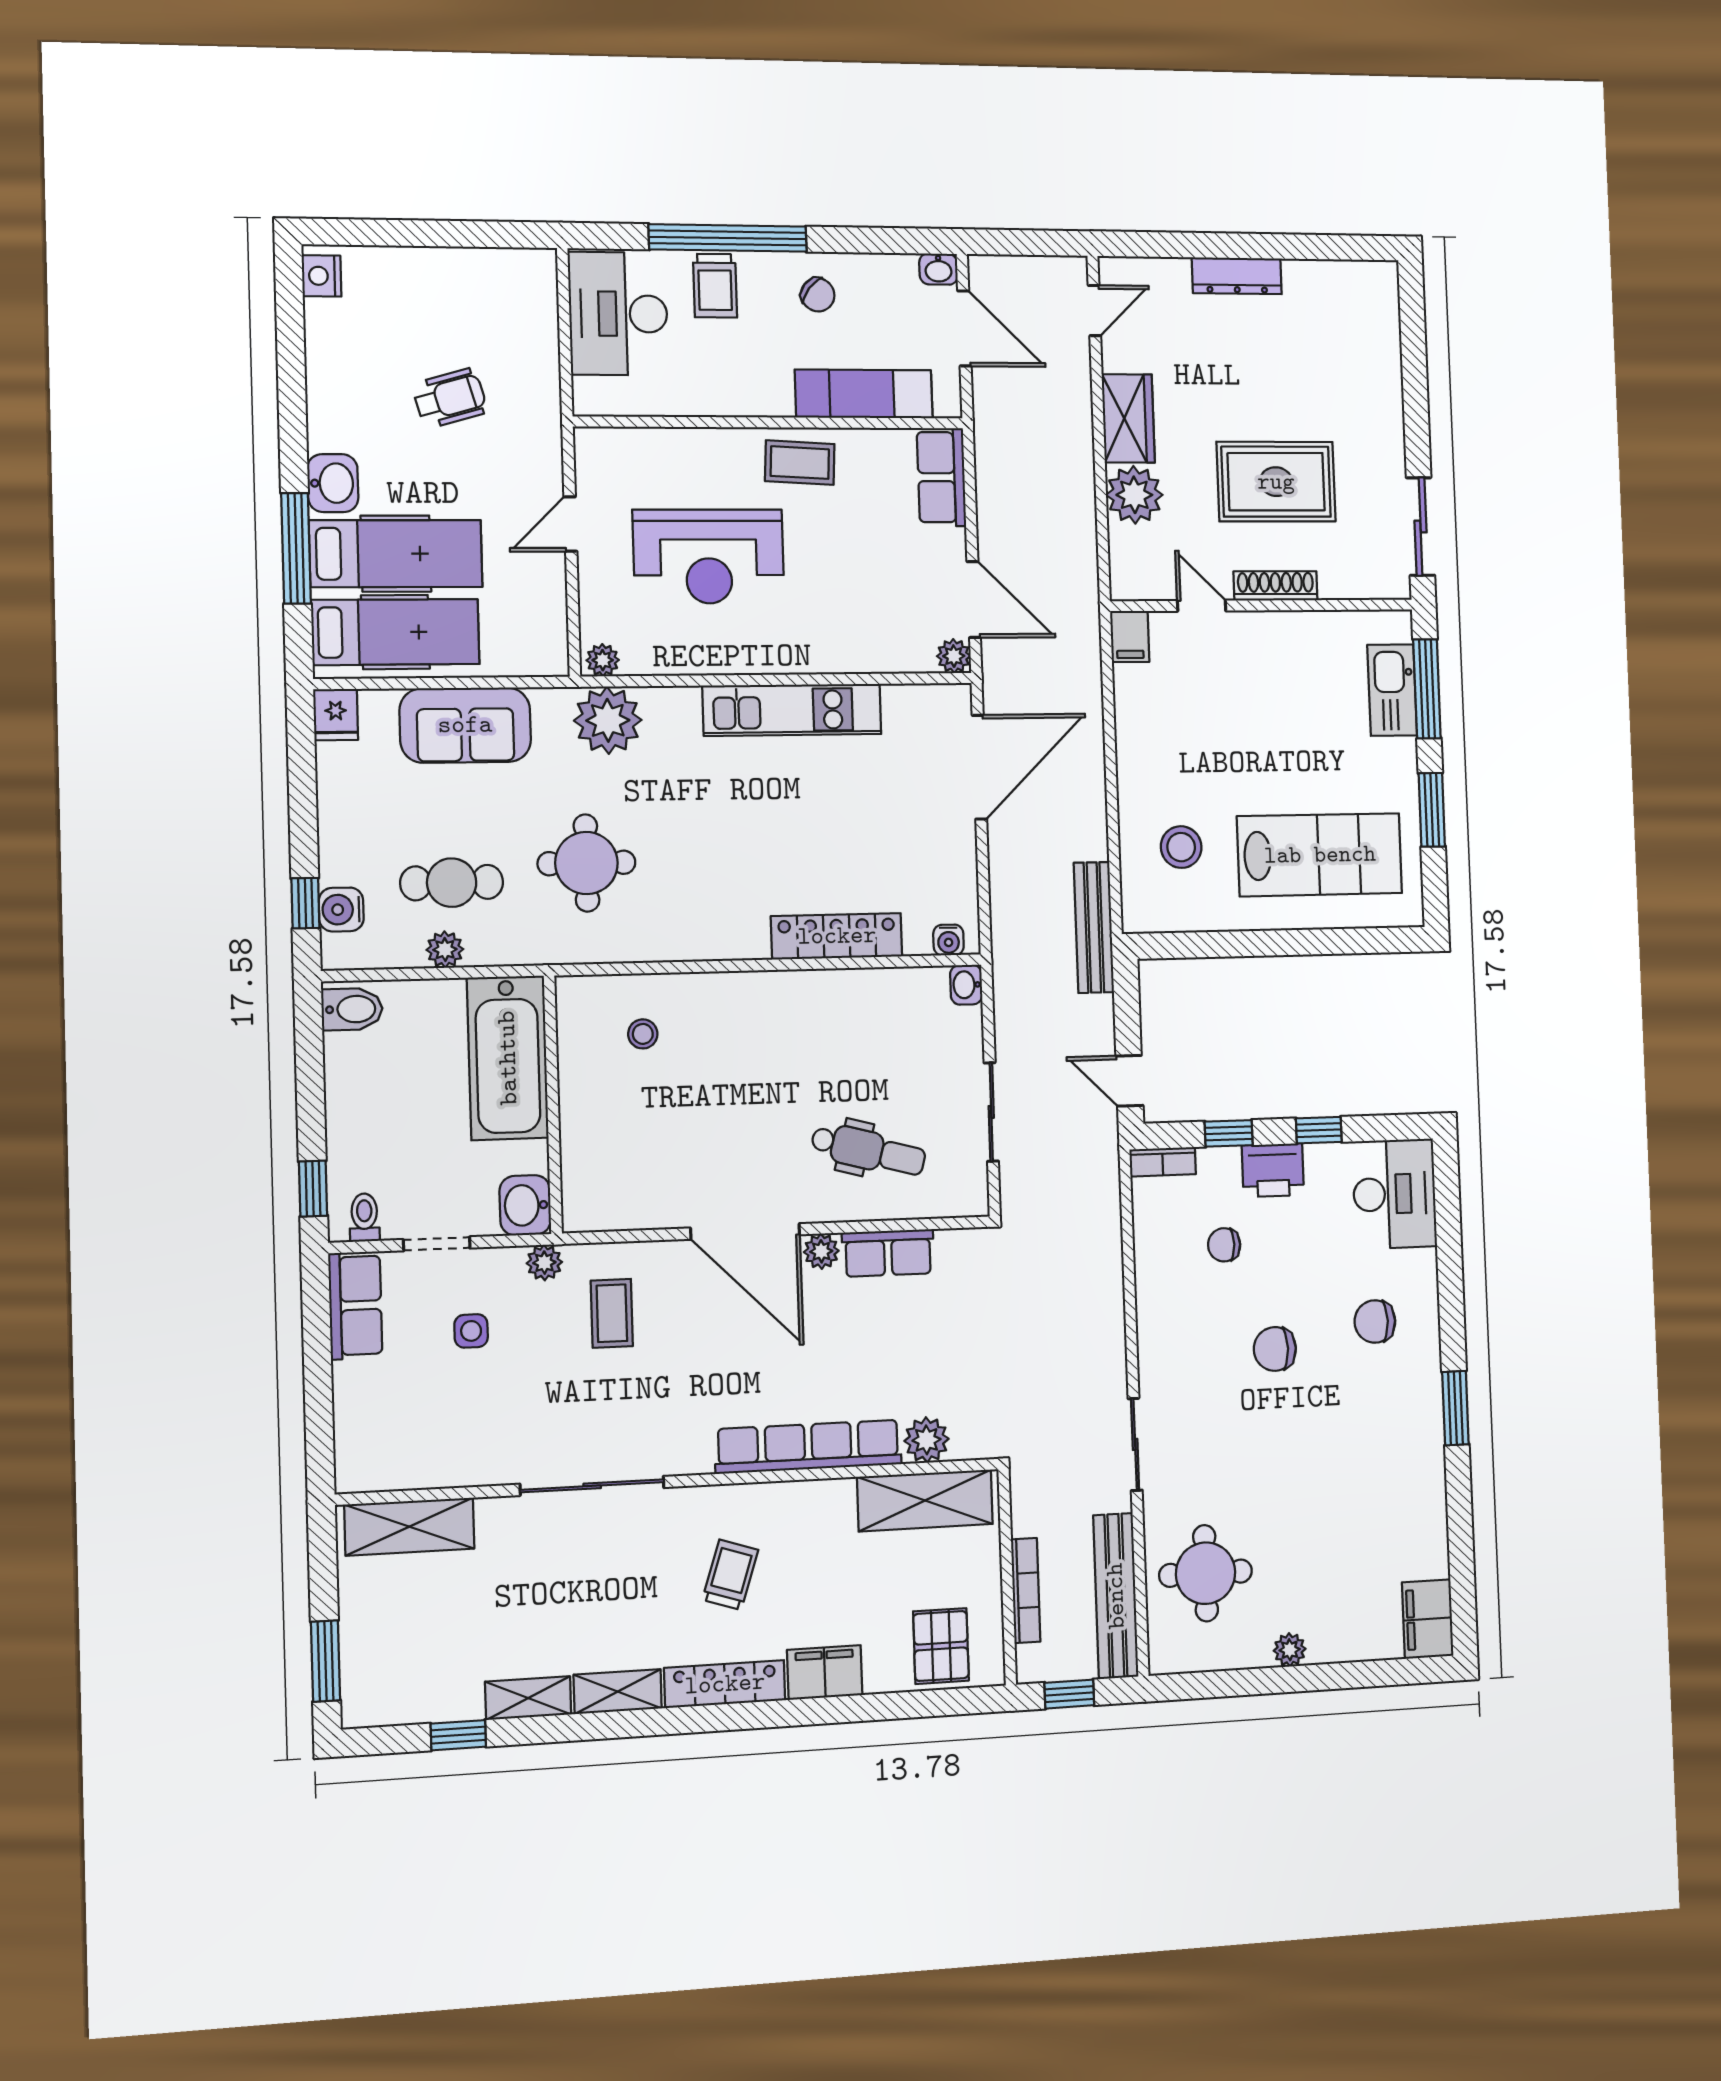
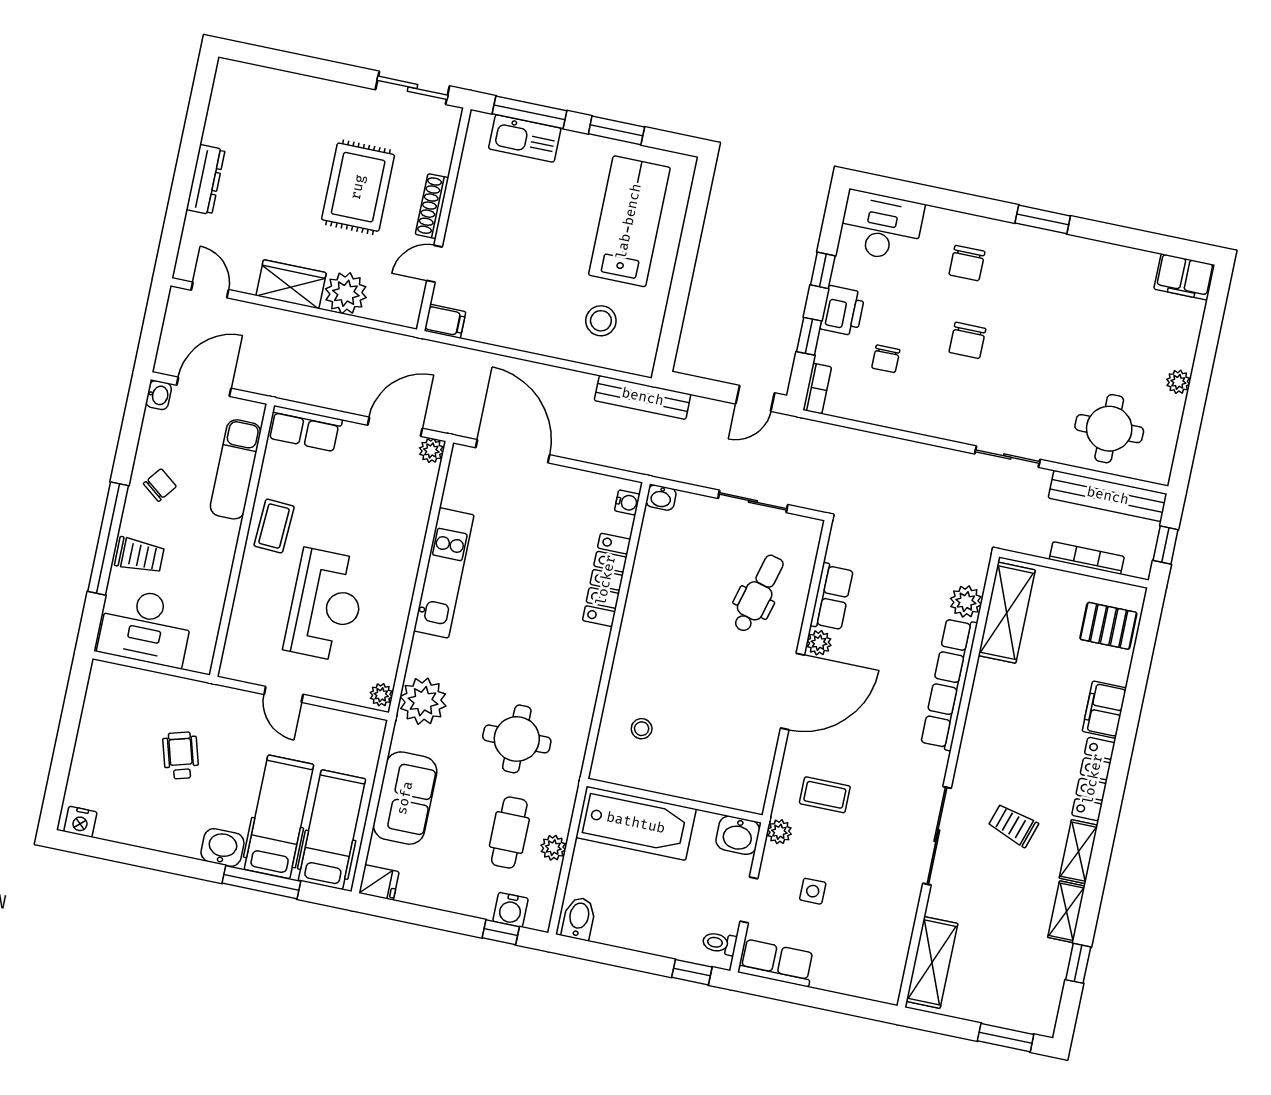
trolley: (730, 1575) -> (1013, 825), moved

